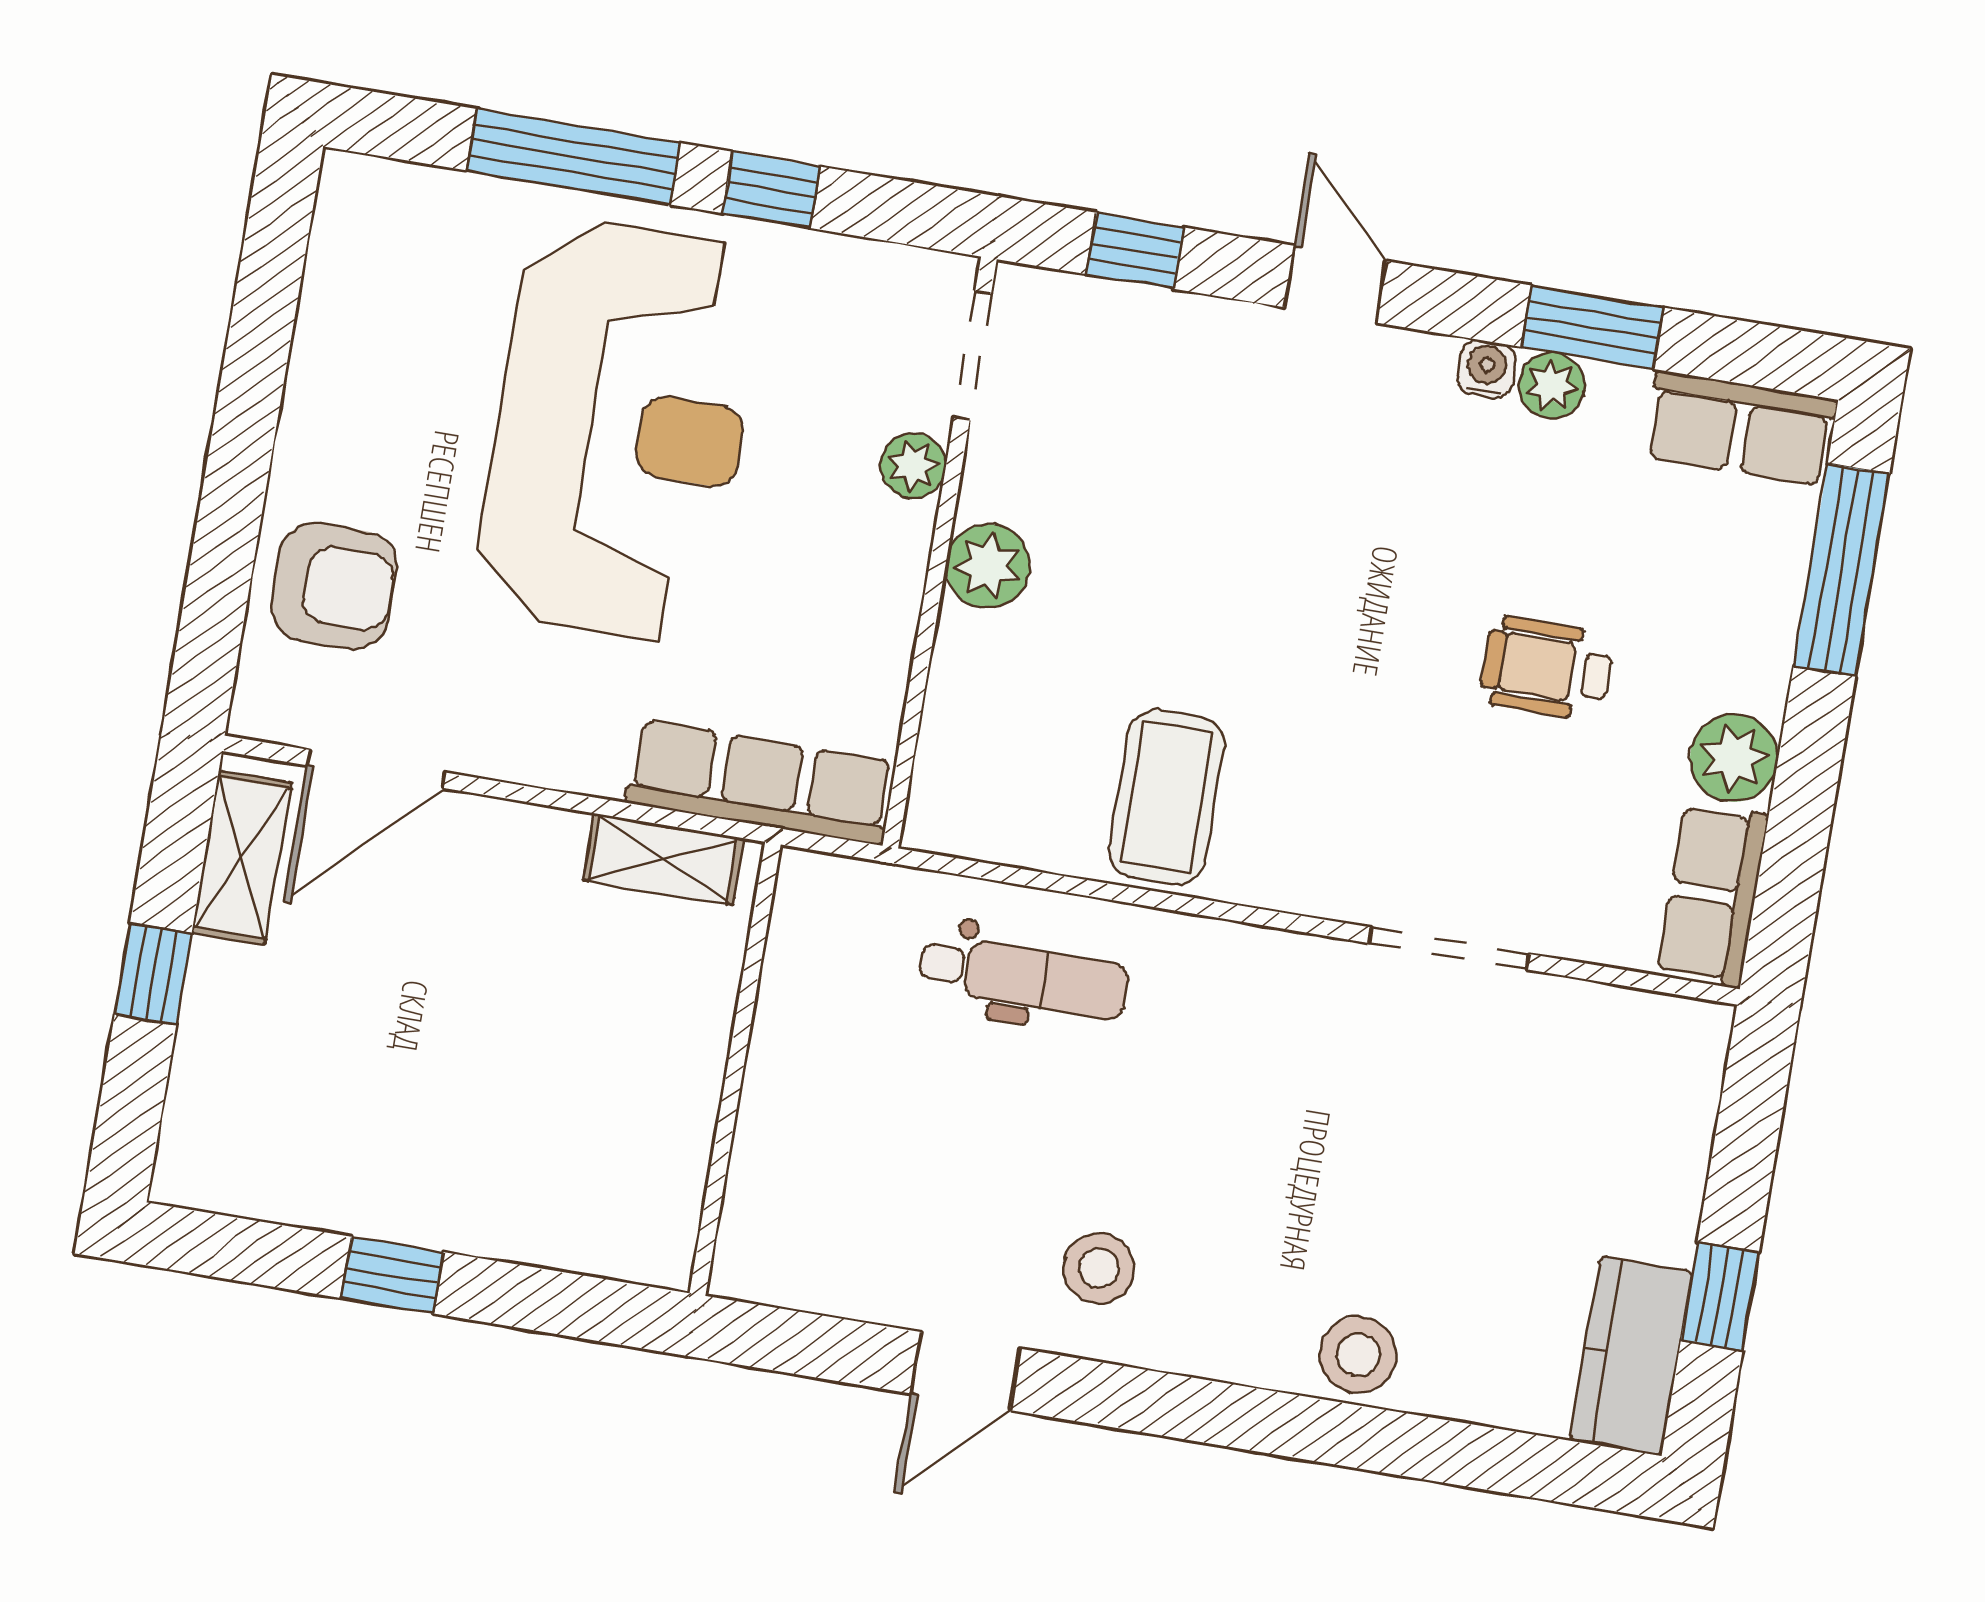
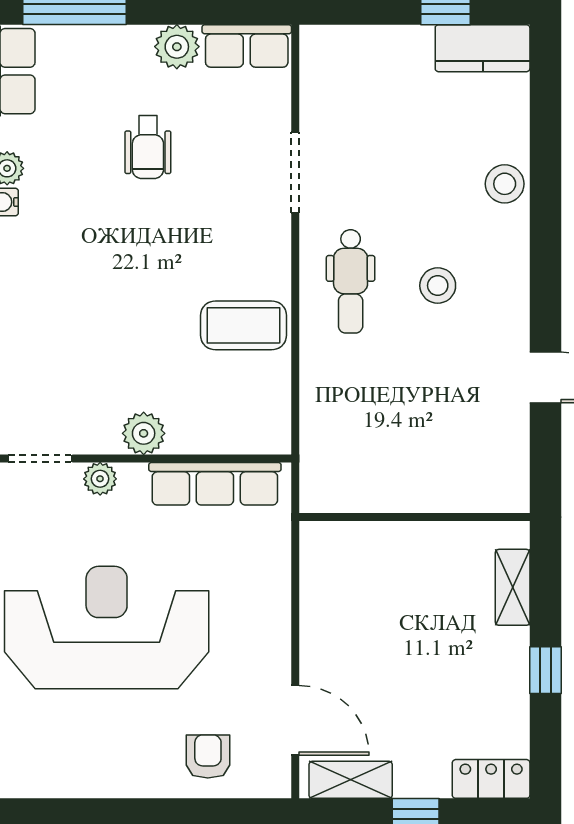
armchair: (334, 586) -> (208, 756), width x0.72, depth x0.72
row of seats: (760, 782) -> (215, 484), moved, turned -90
shelving: (663, 859) -> (513, 587), moved
dental chair: (1024, 977) -> (351, 281), moved, turned 180
locker: (197, 1133) -> (491, 779), added
stool: (1099, 1268) -> (438, 286), moved

